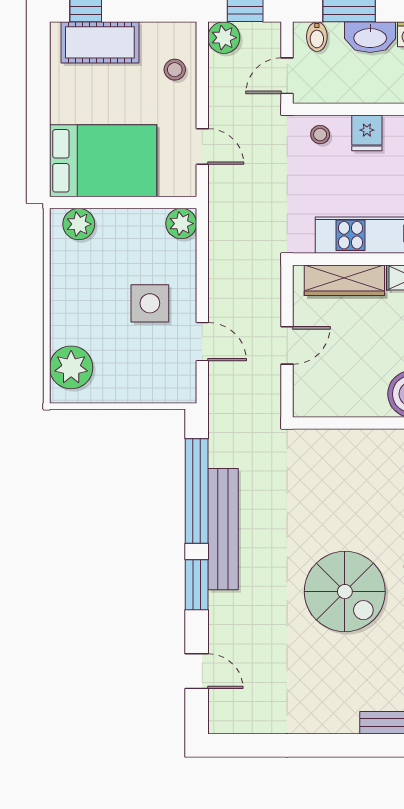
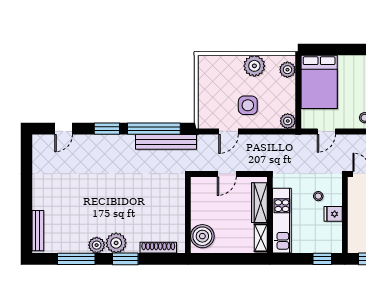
stool: (320, 135) -> (318, 196), moved
door: (287, 345) -> (227, 174), hinge flipped
plant: (71, 367) -> (254, 66), moved
bench: (223, 529) -> (166, 142), moved
spiral stairs: (345, 592) -> (104, 203), removed

